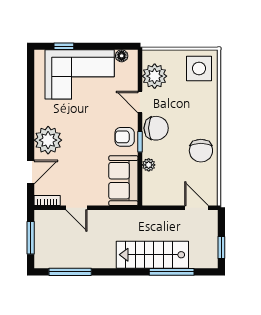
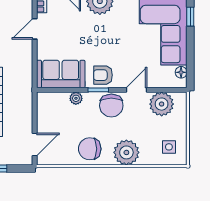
side table: (199, 68) -> (169, 147), width x0.54, depth x0.54
plant: (205, 113) -> (126, 152), added
armchair: (125, 137) -> (103, 75), turned -90

